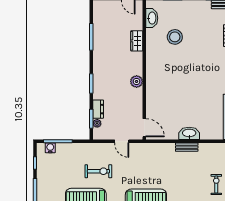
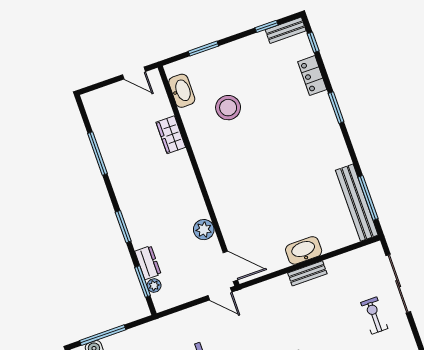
plant: (137, 81) -> (204, 230), moved
door: (122, 141) -> (220, 294), moved

